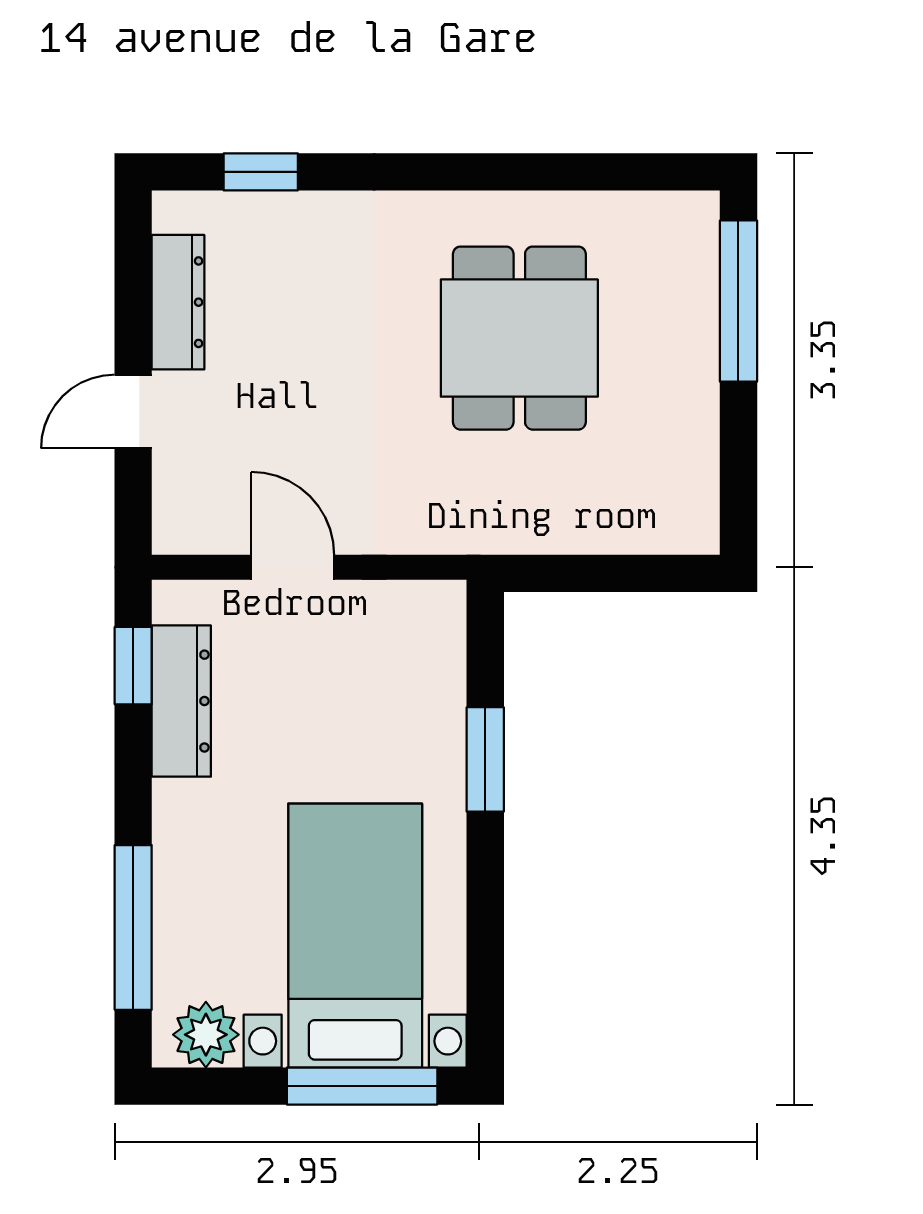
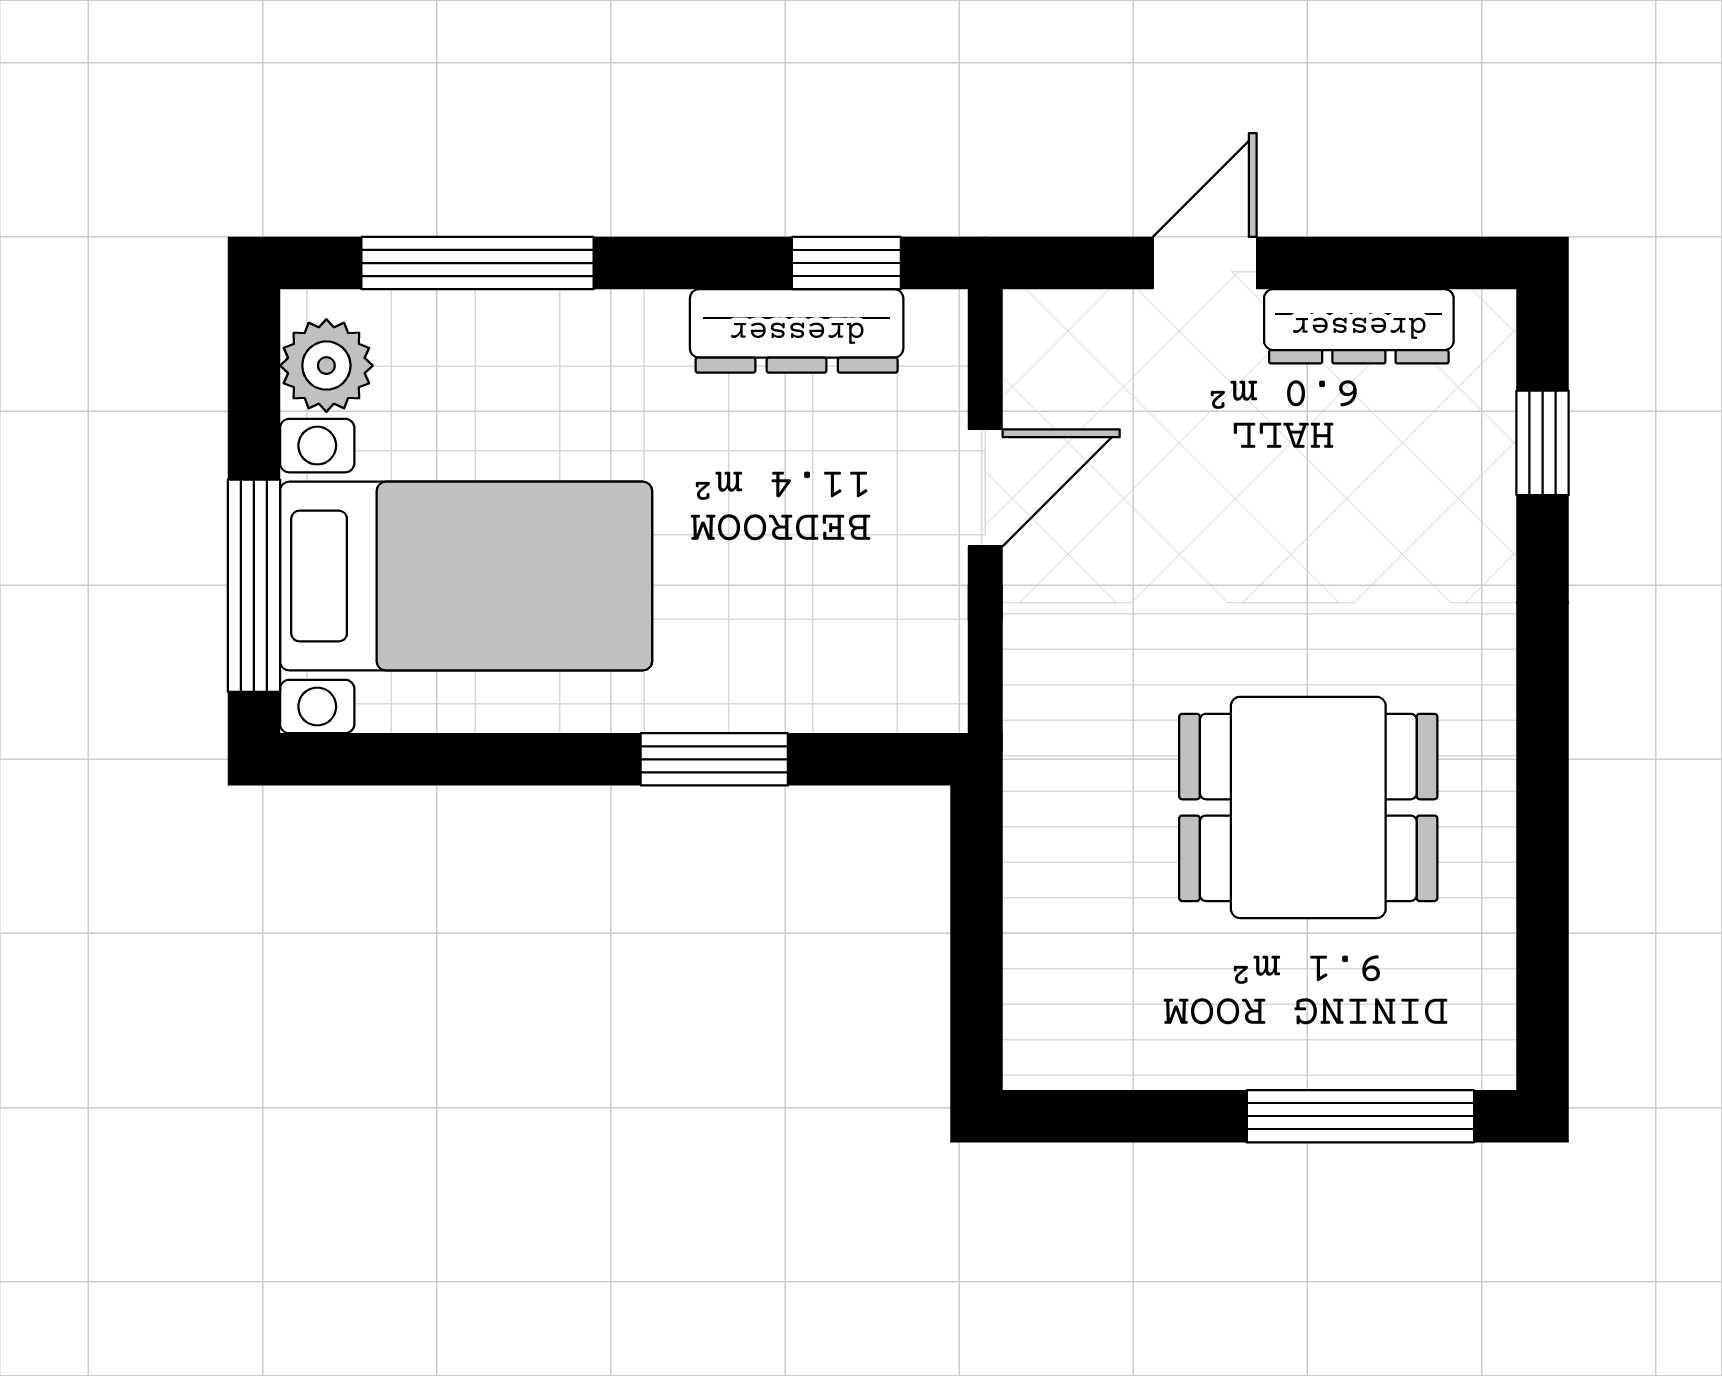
door: (133, 411) -> (1205, 263), hinge flipped

